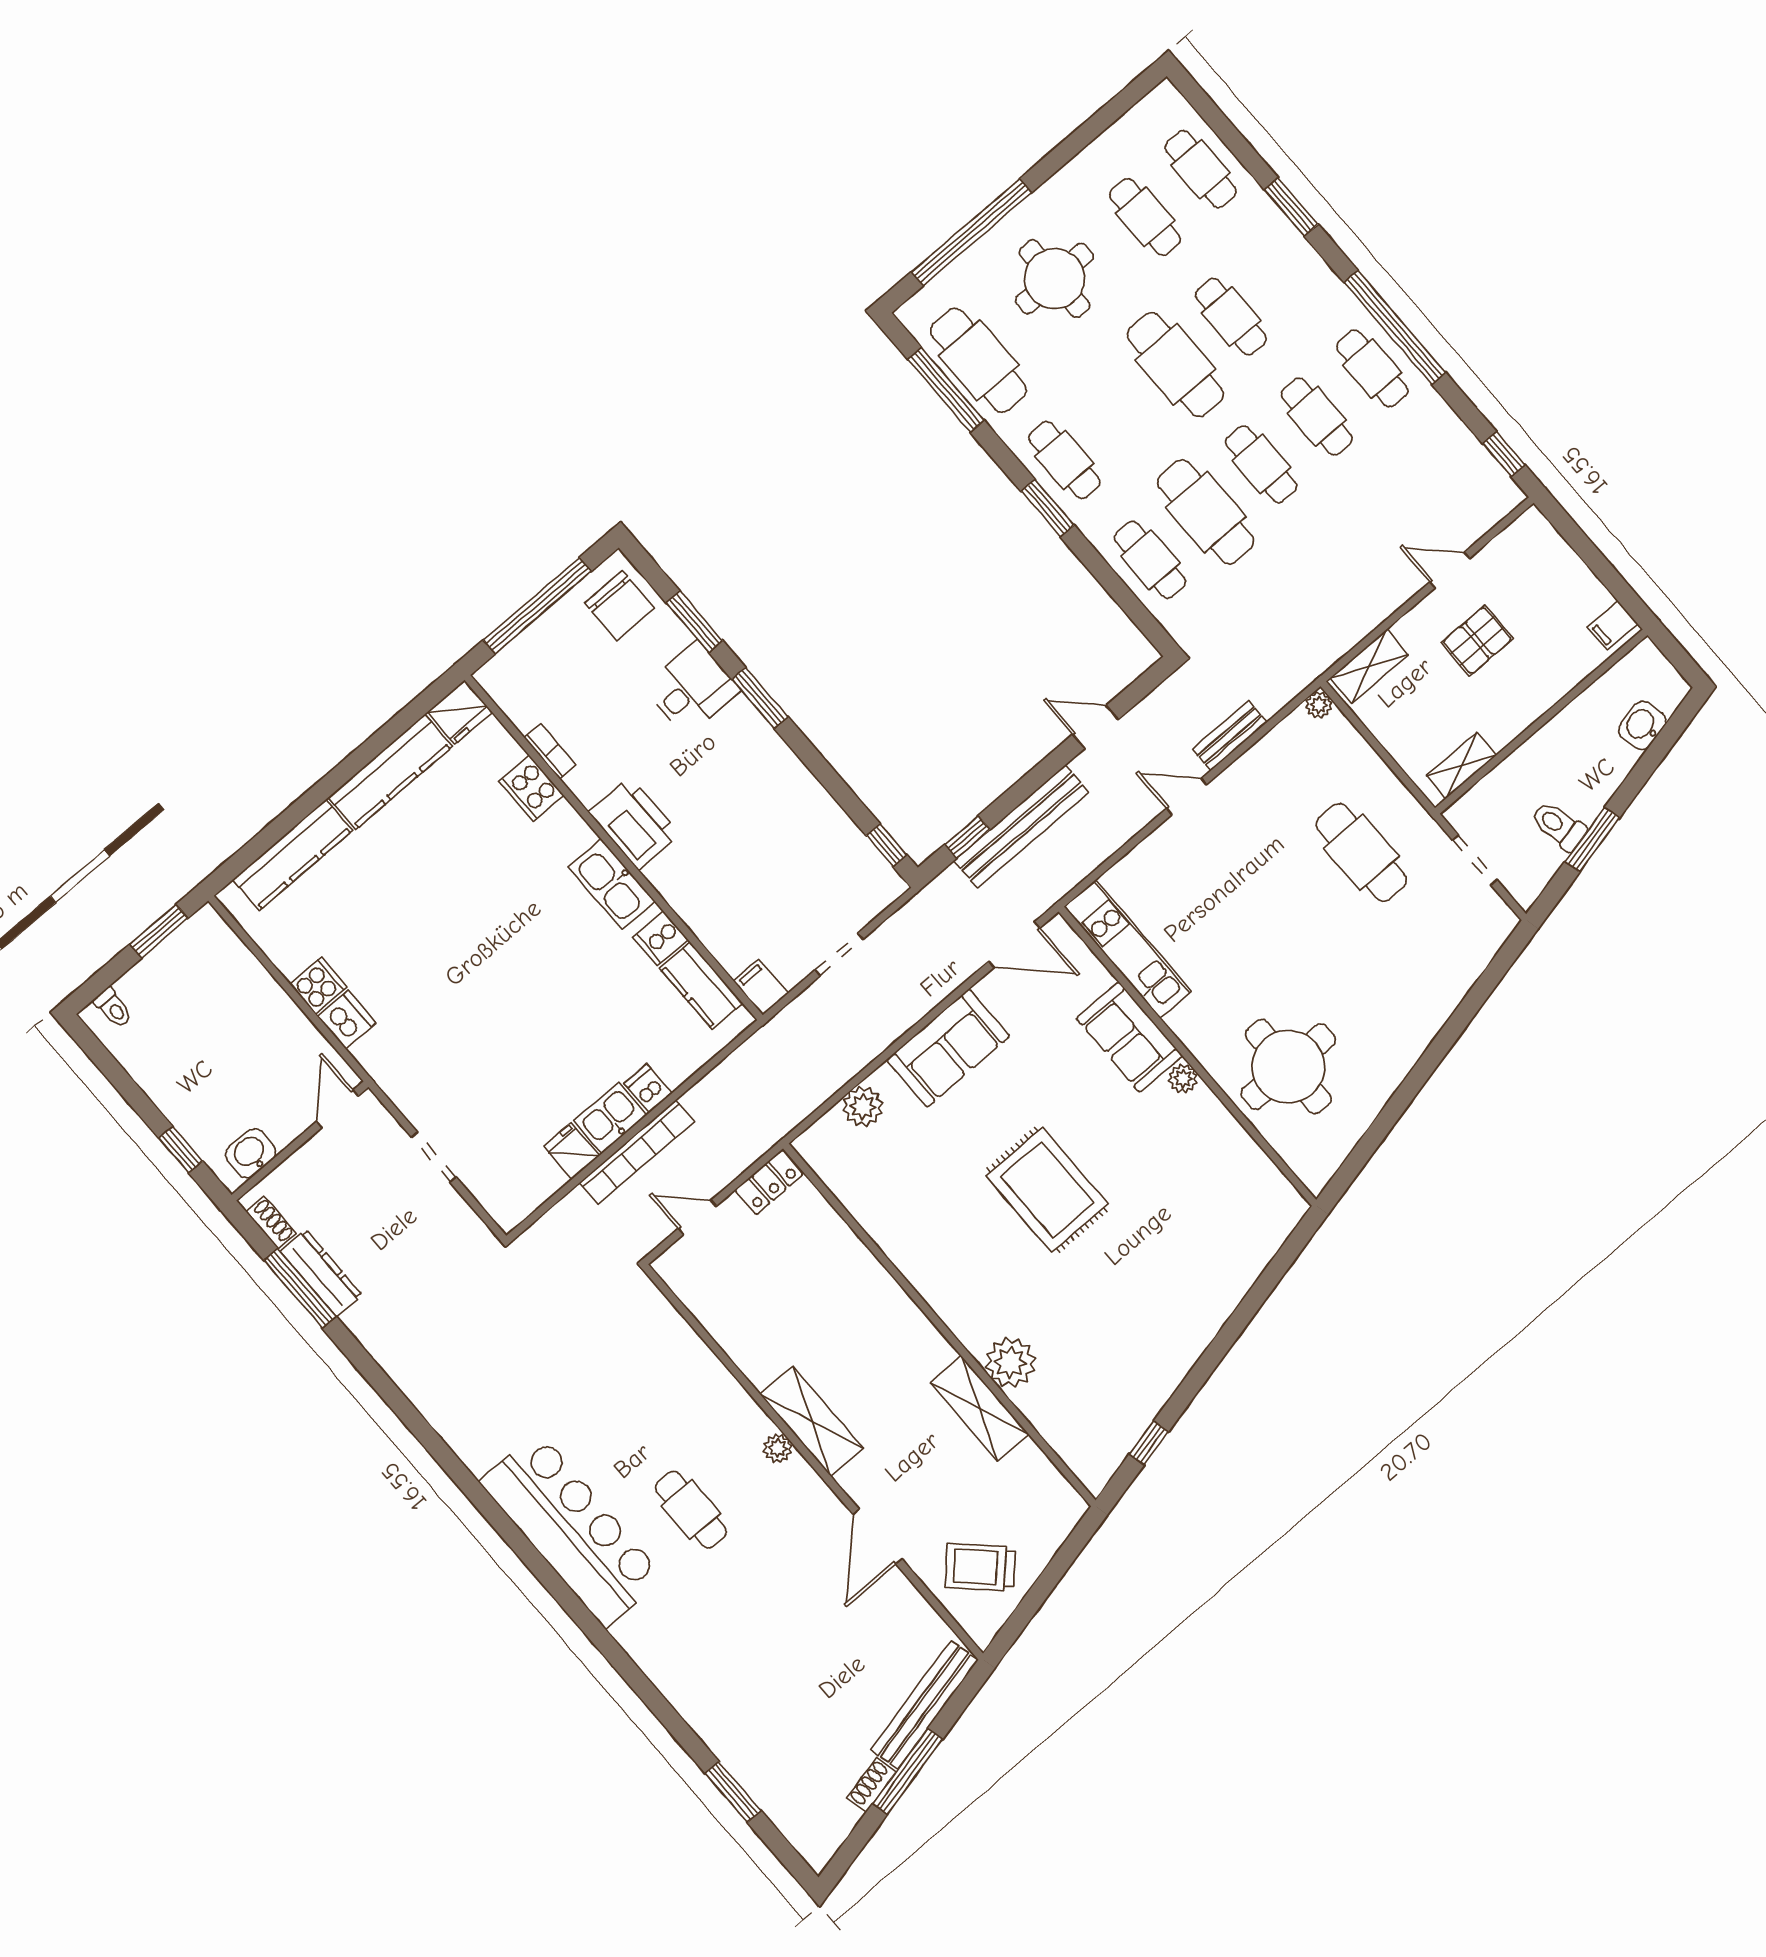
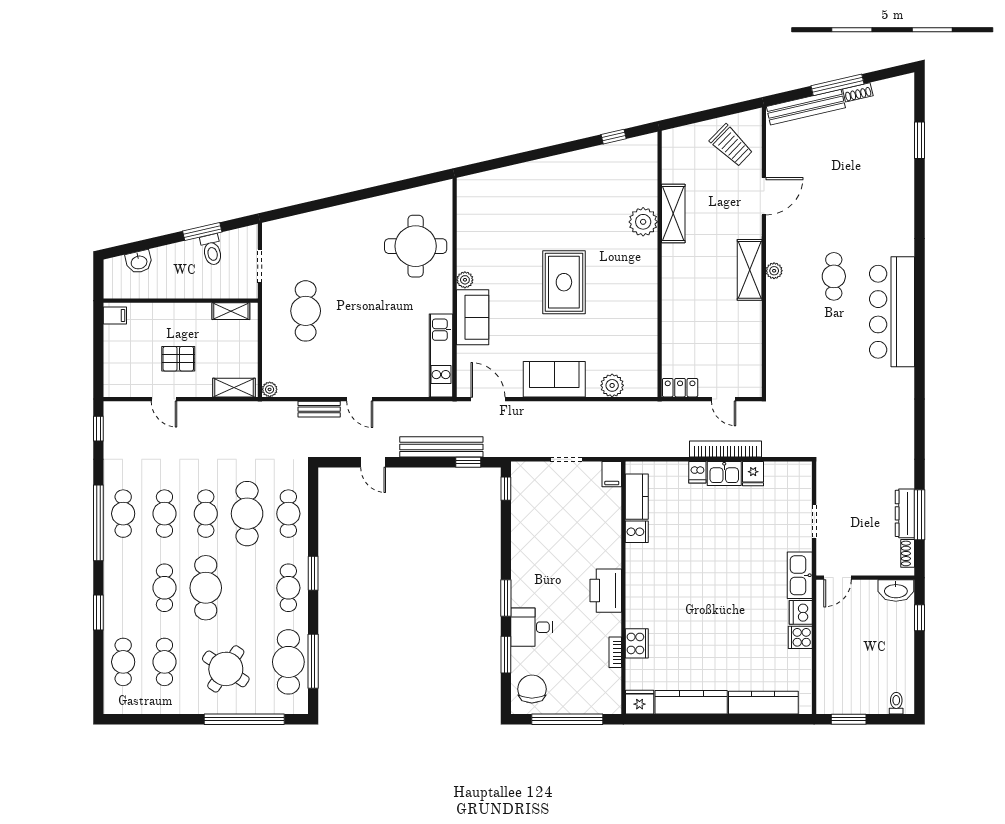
round table: (1055, 279) -> (226, 669), turned 34
kitchen sink: (612, 884) -> (800, 575), moved, turned 180
washbasin: (251, 1153) -> (896, 591), width x1.38

